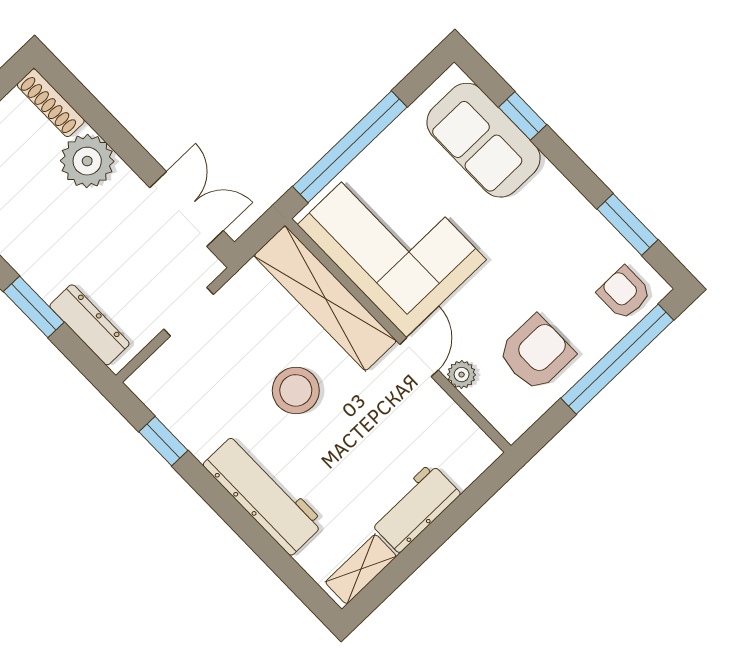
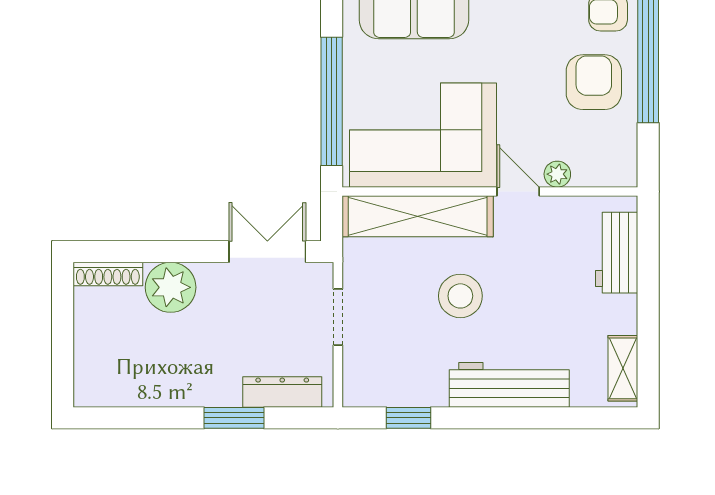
armchair: (536, 353) -> (594, 82), moved
workbench: (415, 508) -> (617, 253), moved

